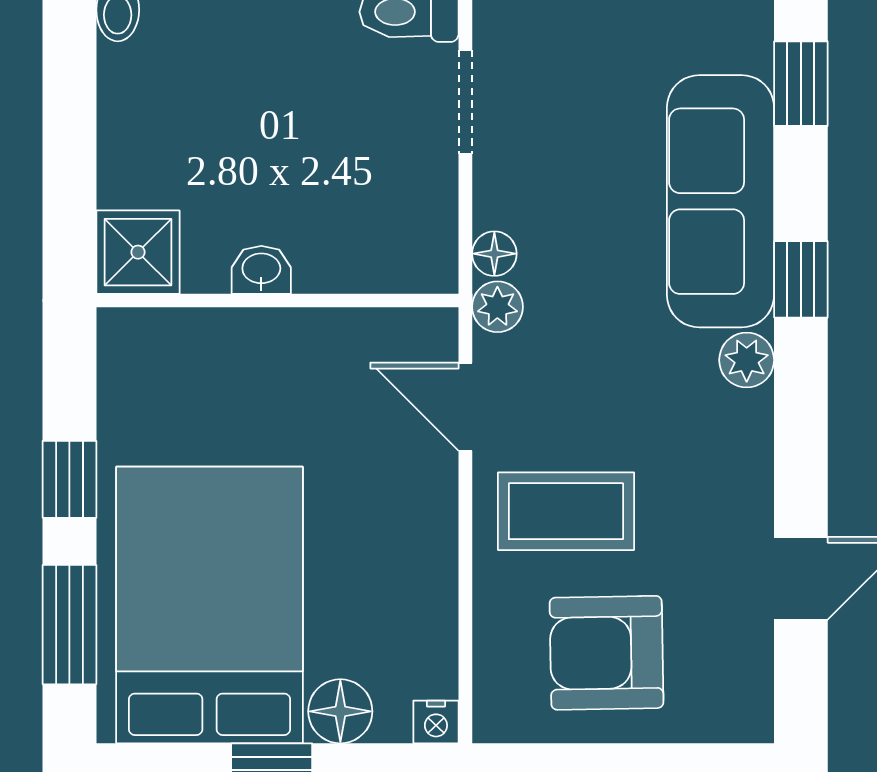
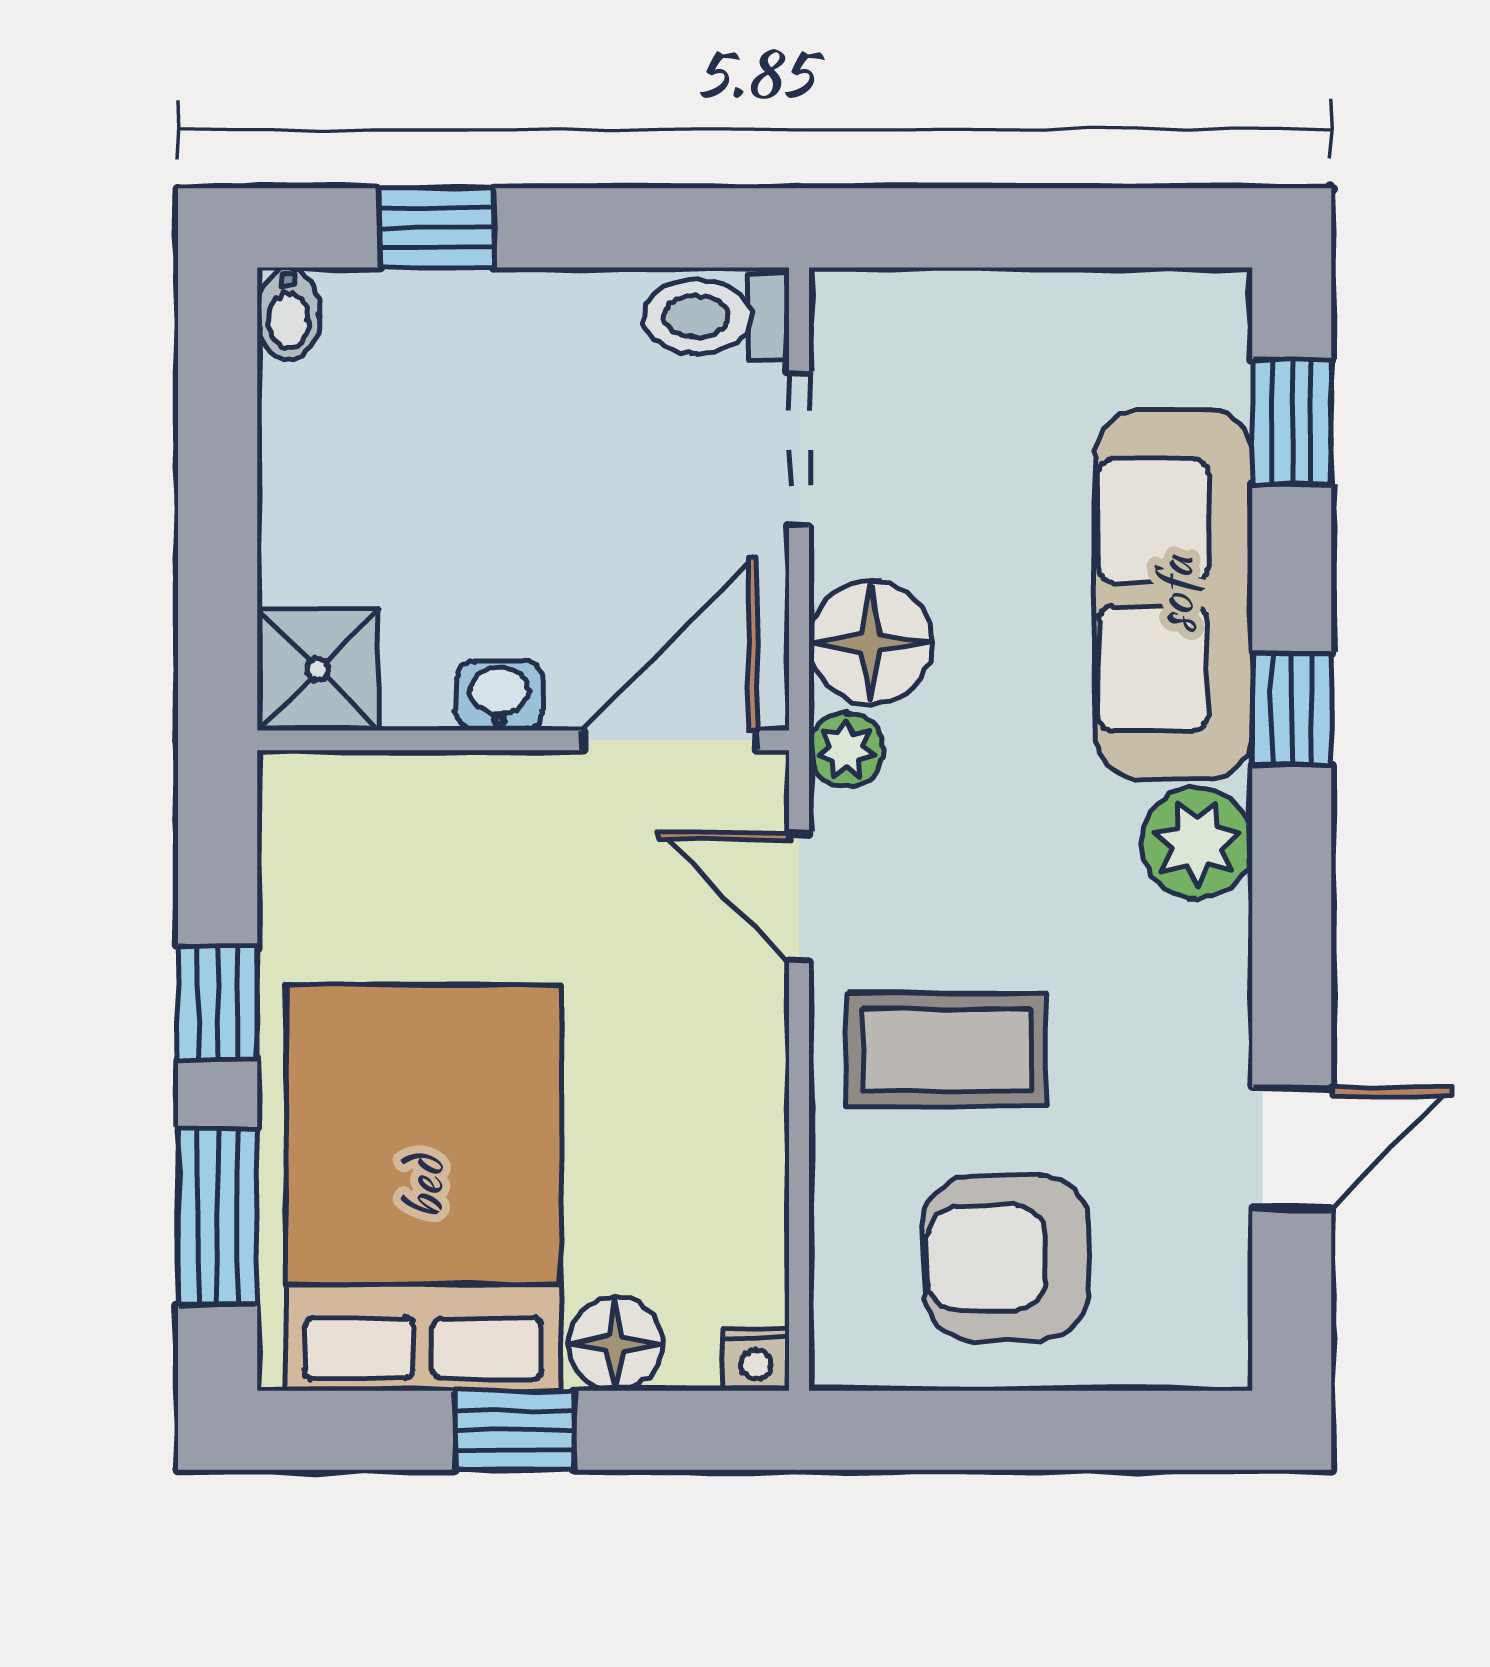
floor lamp: (494, 254) -> (871, 643), width x1.89, depth x1.89
door: (377, 300) -> (670, 740), added
plant: (747, 360) -> (1197, 843), width x1.38, depth x1.38

